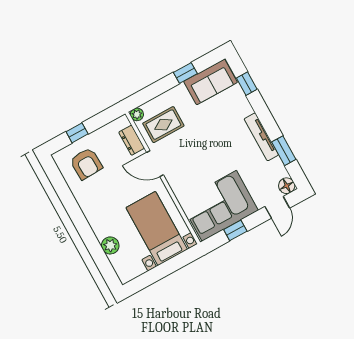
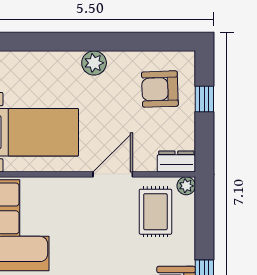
dresser: (132, 140) -> (176, 161), moved
plant: (110, 245) -> (94, 63), moved

